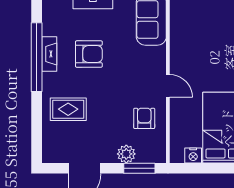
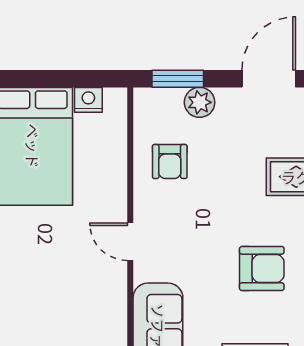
armchair: (89, 54) -> (262, 268), turned 180
door: (168, 86) -> (130, 242), moved

